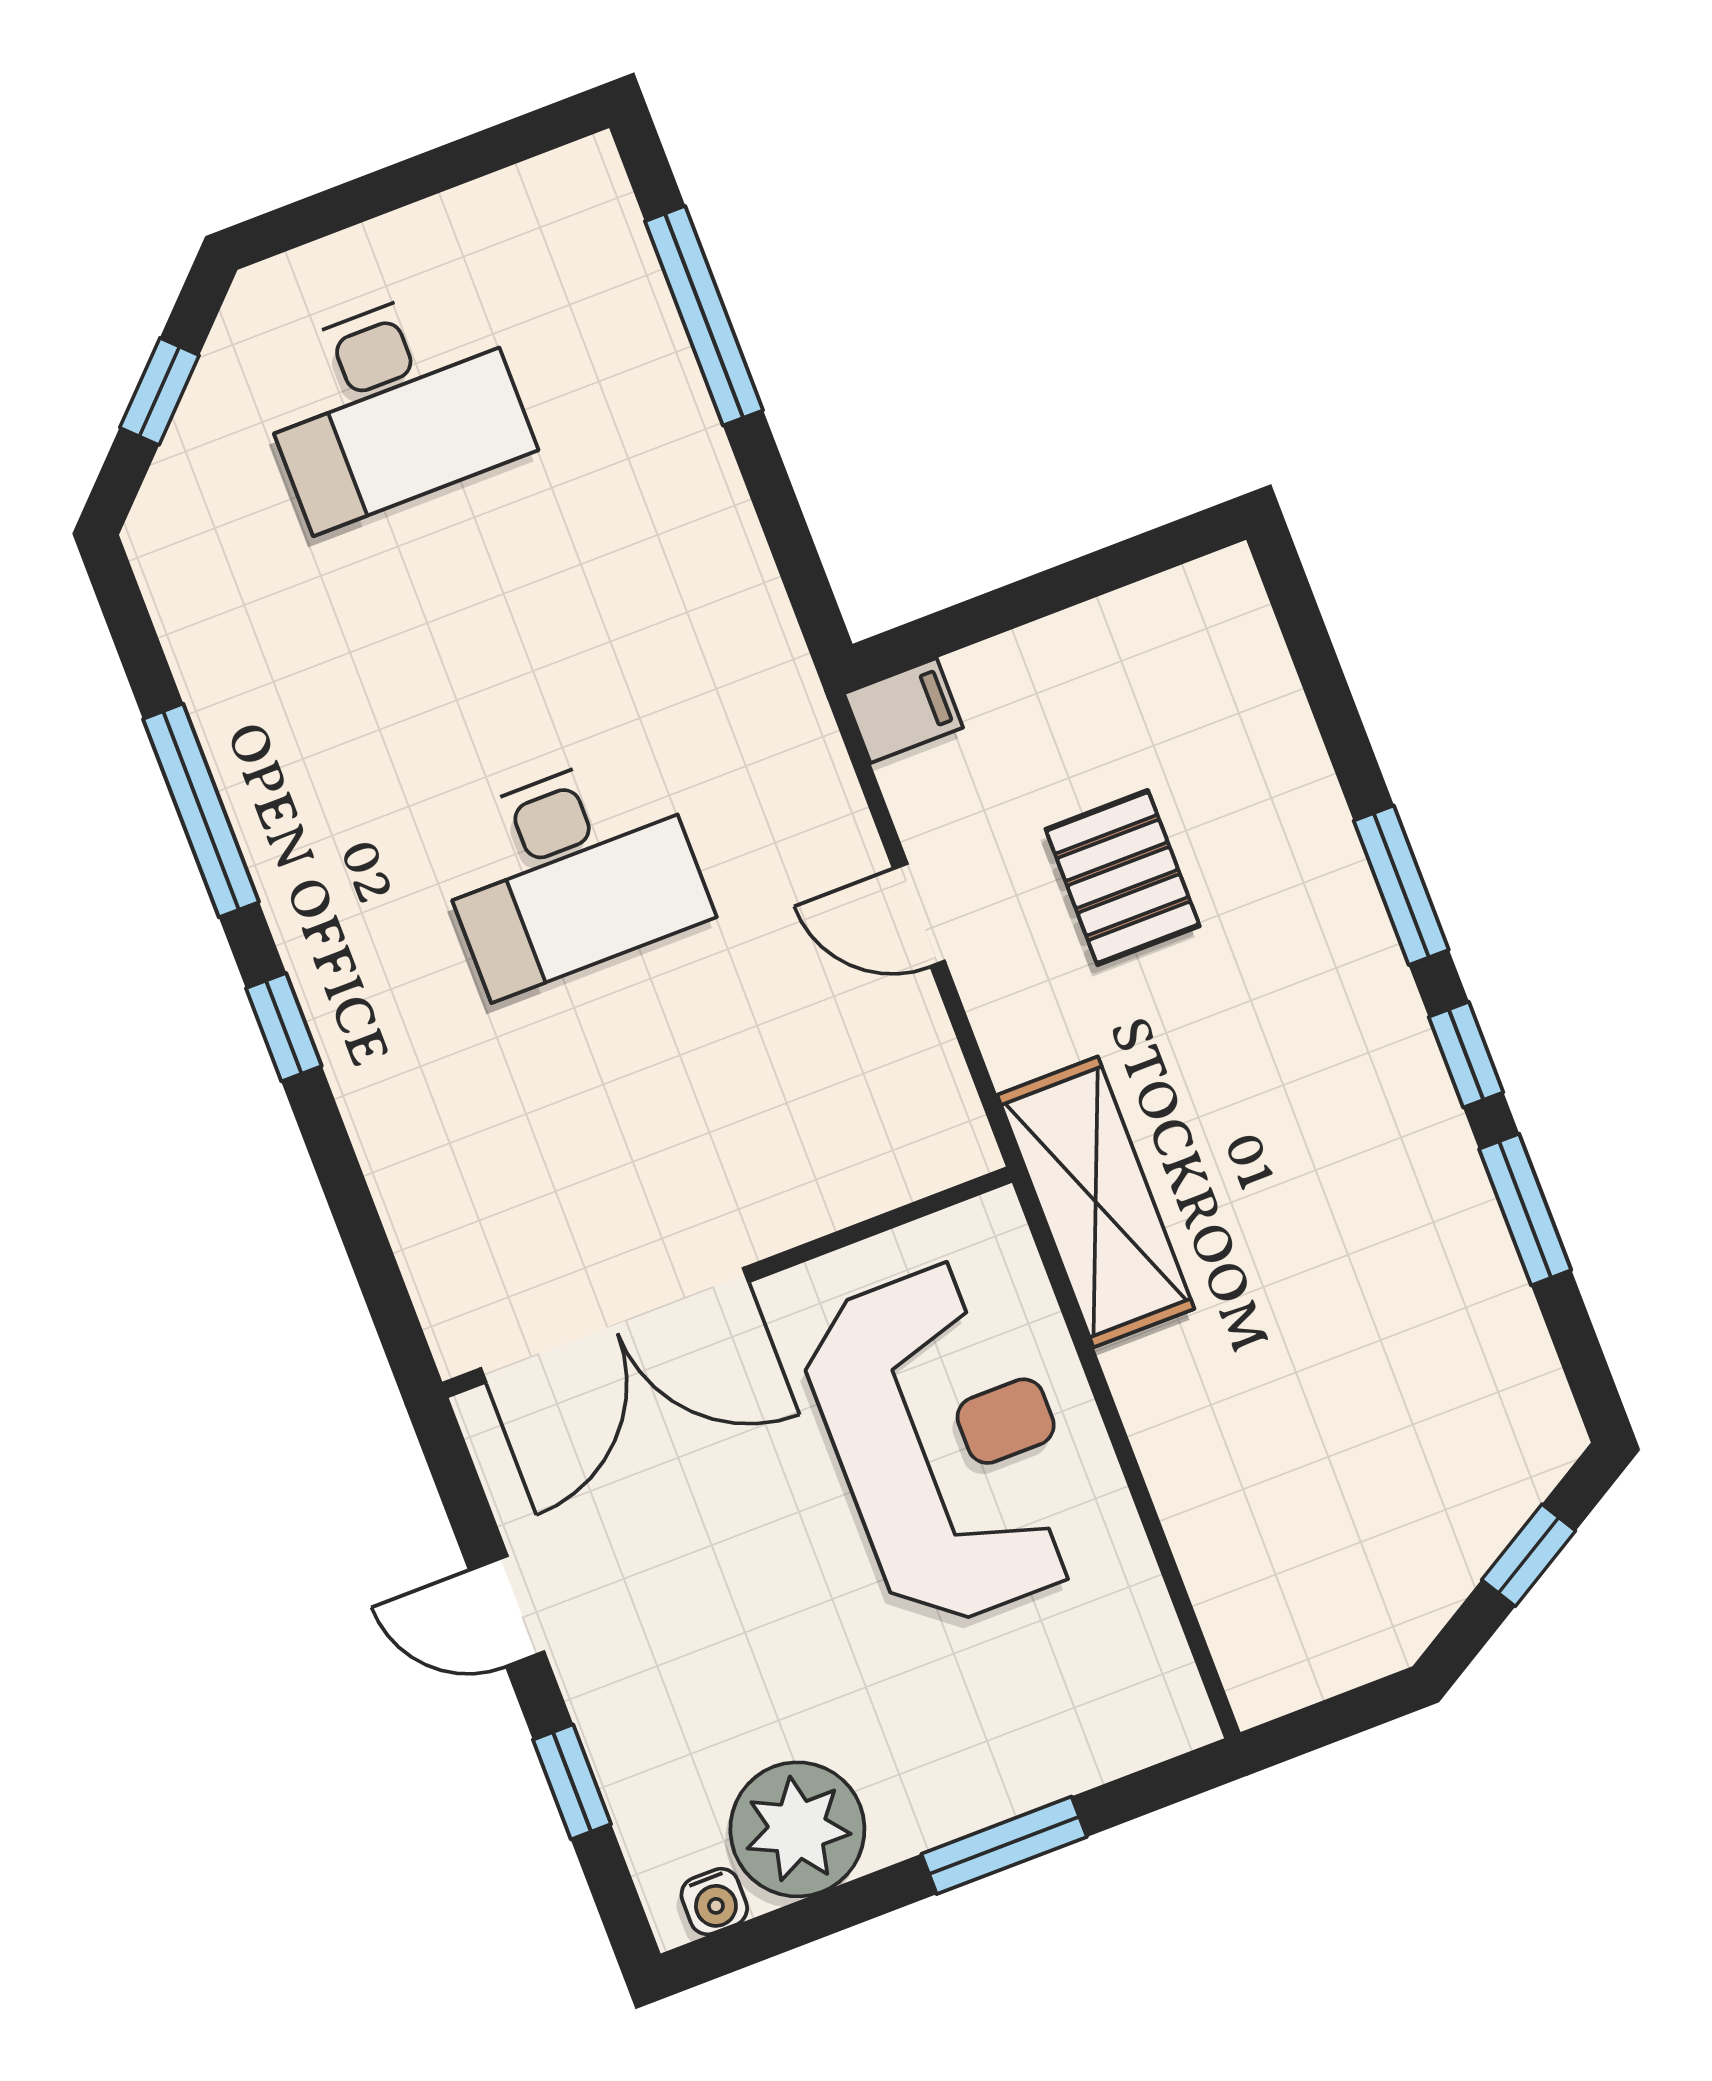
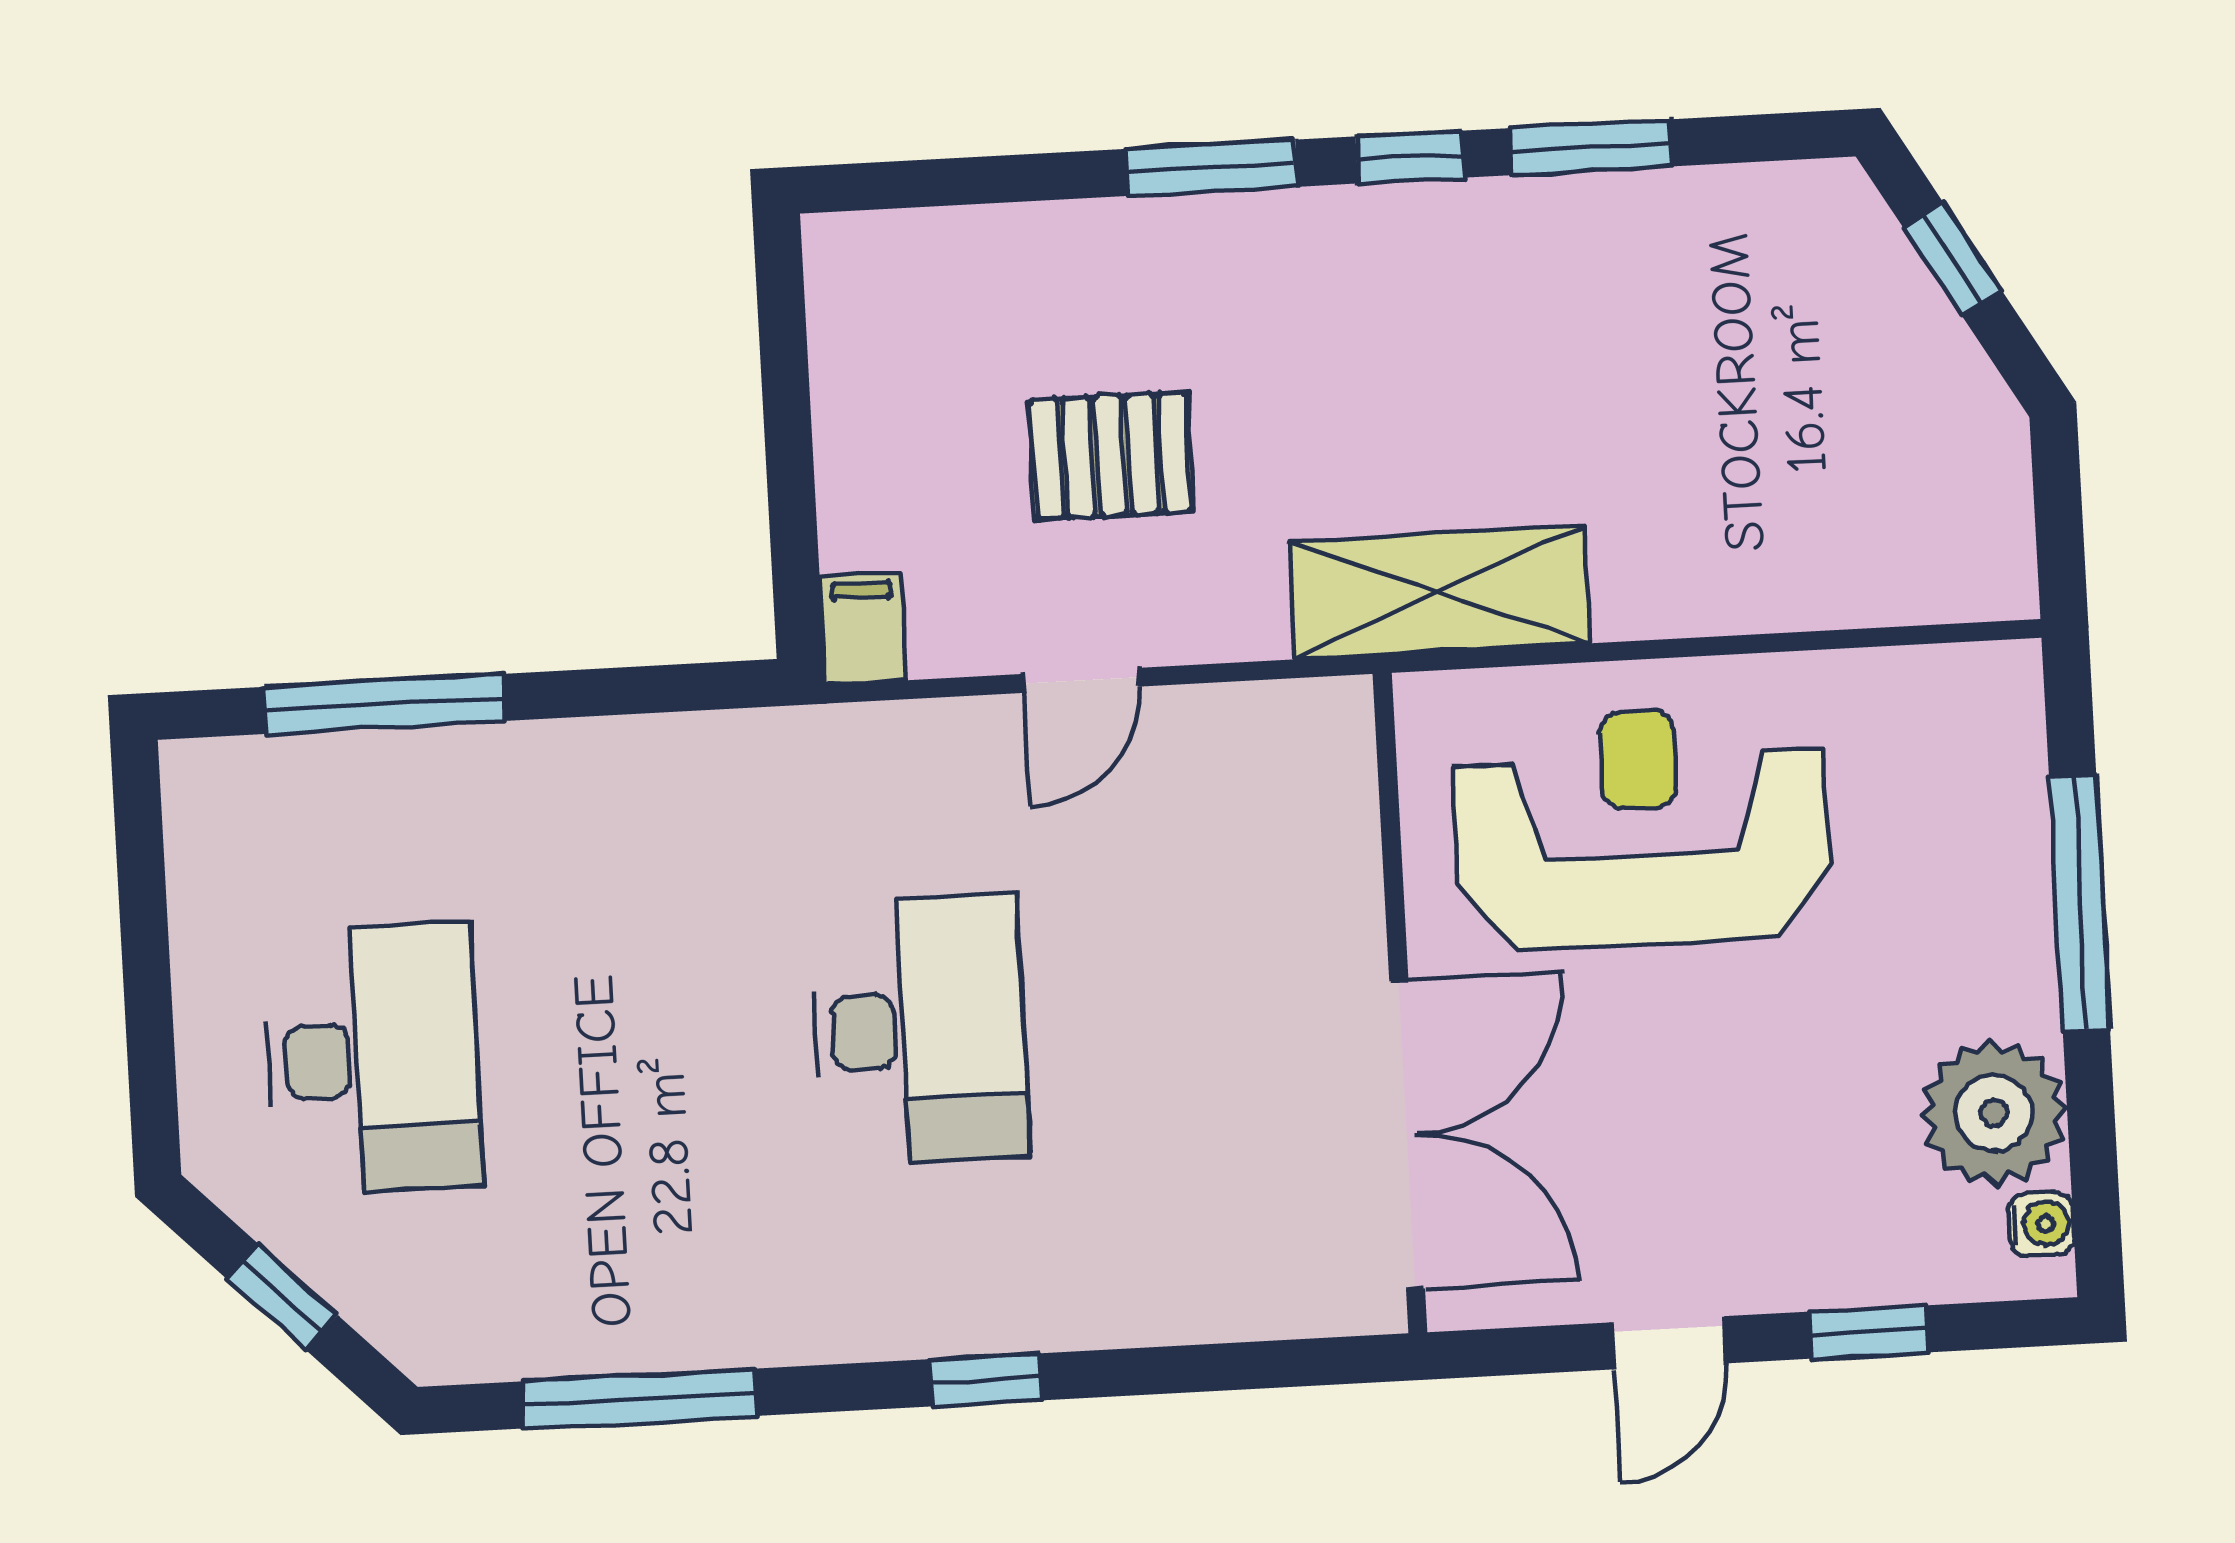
window: (201, 810) -> (640, 1399), moved
window: (1004, 1845) -> (2080, 903), width x1.44

